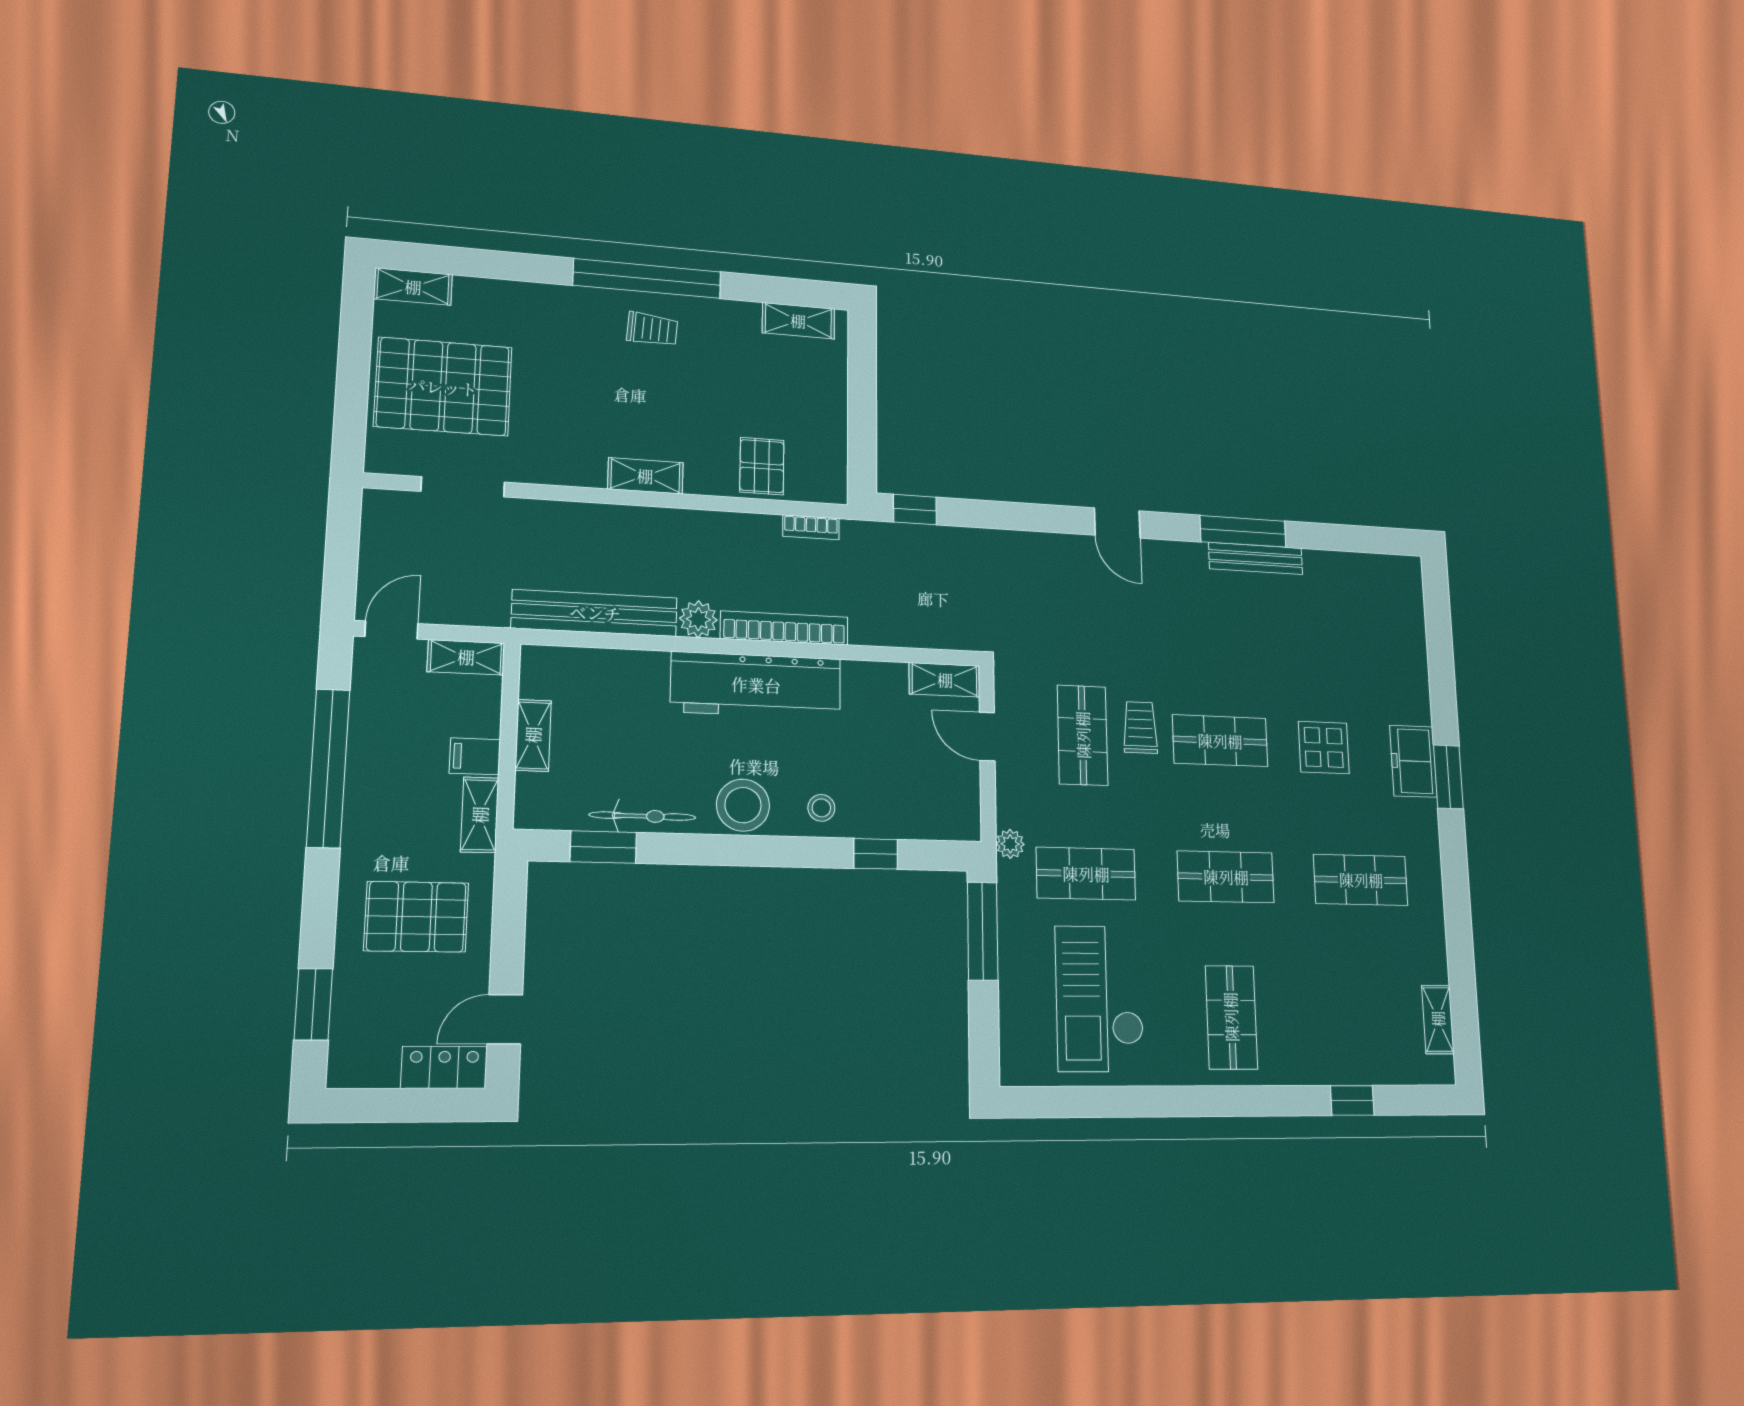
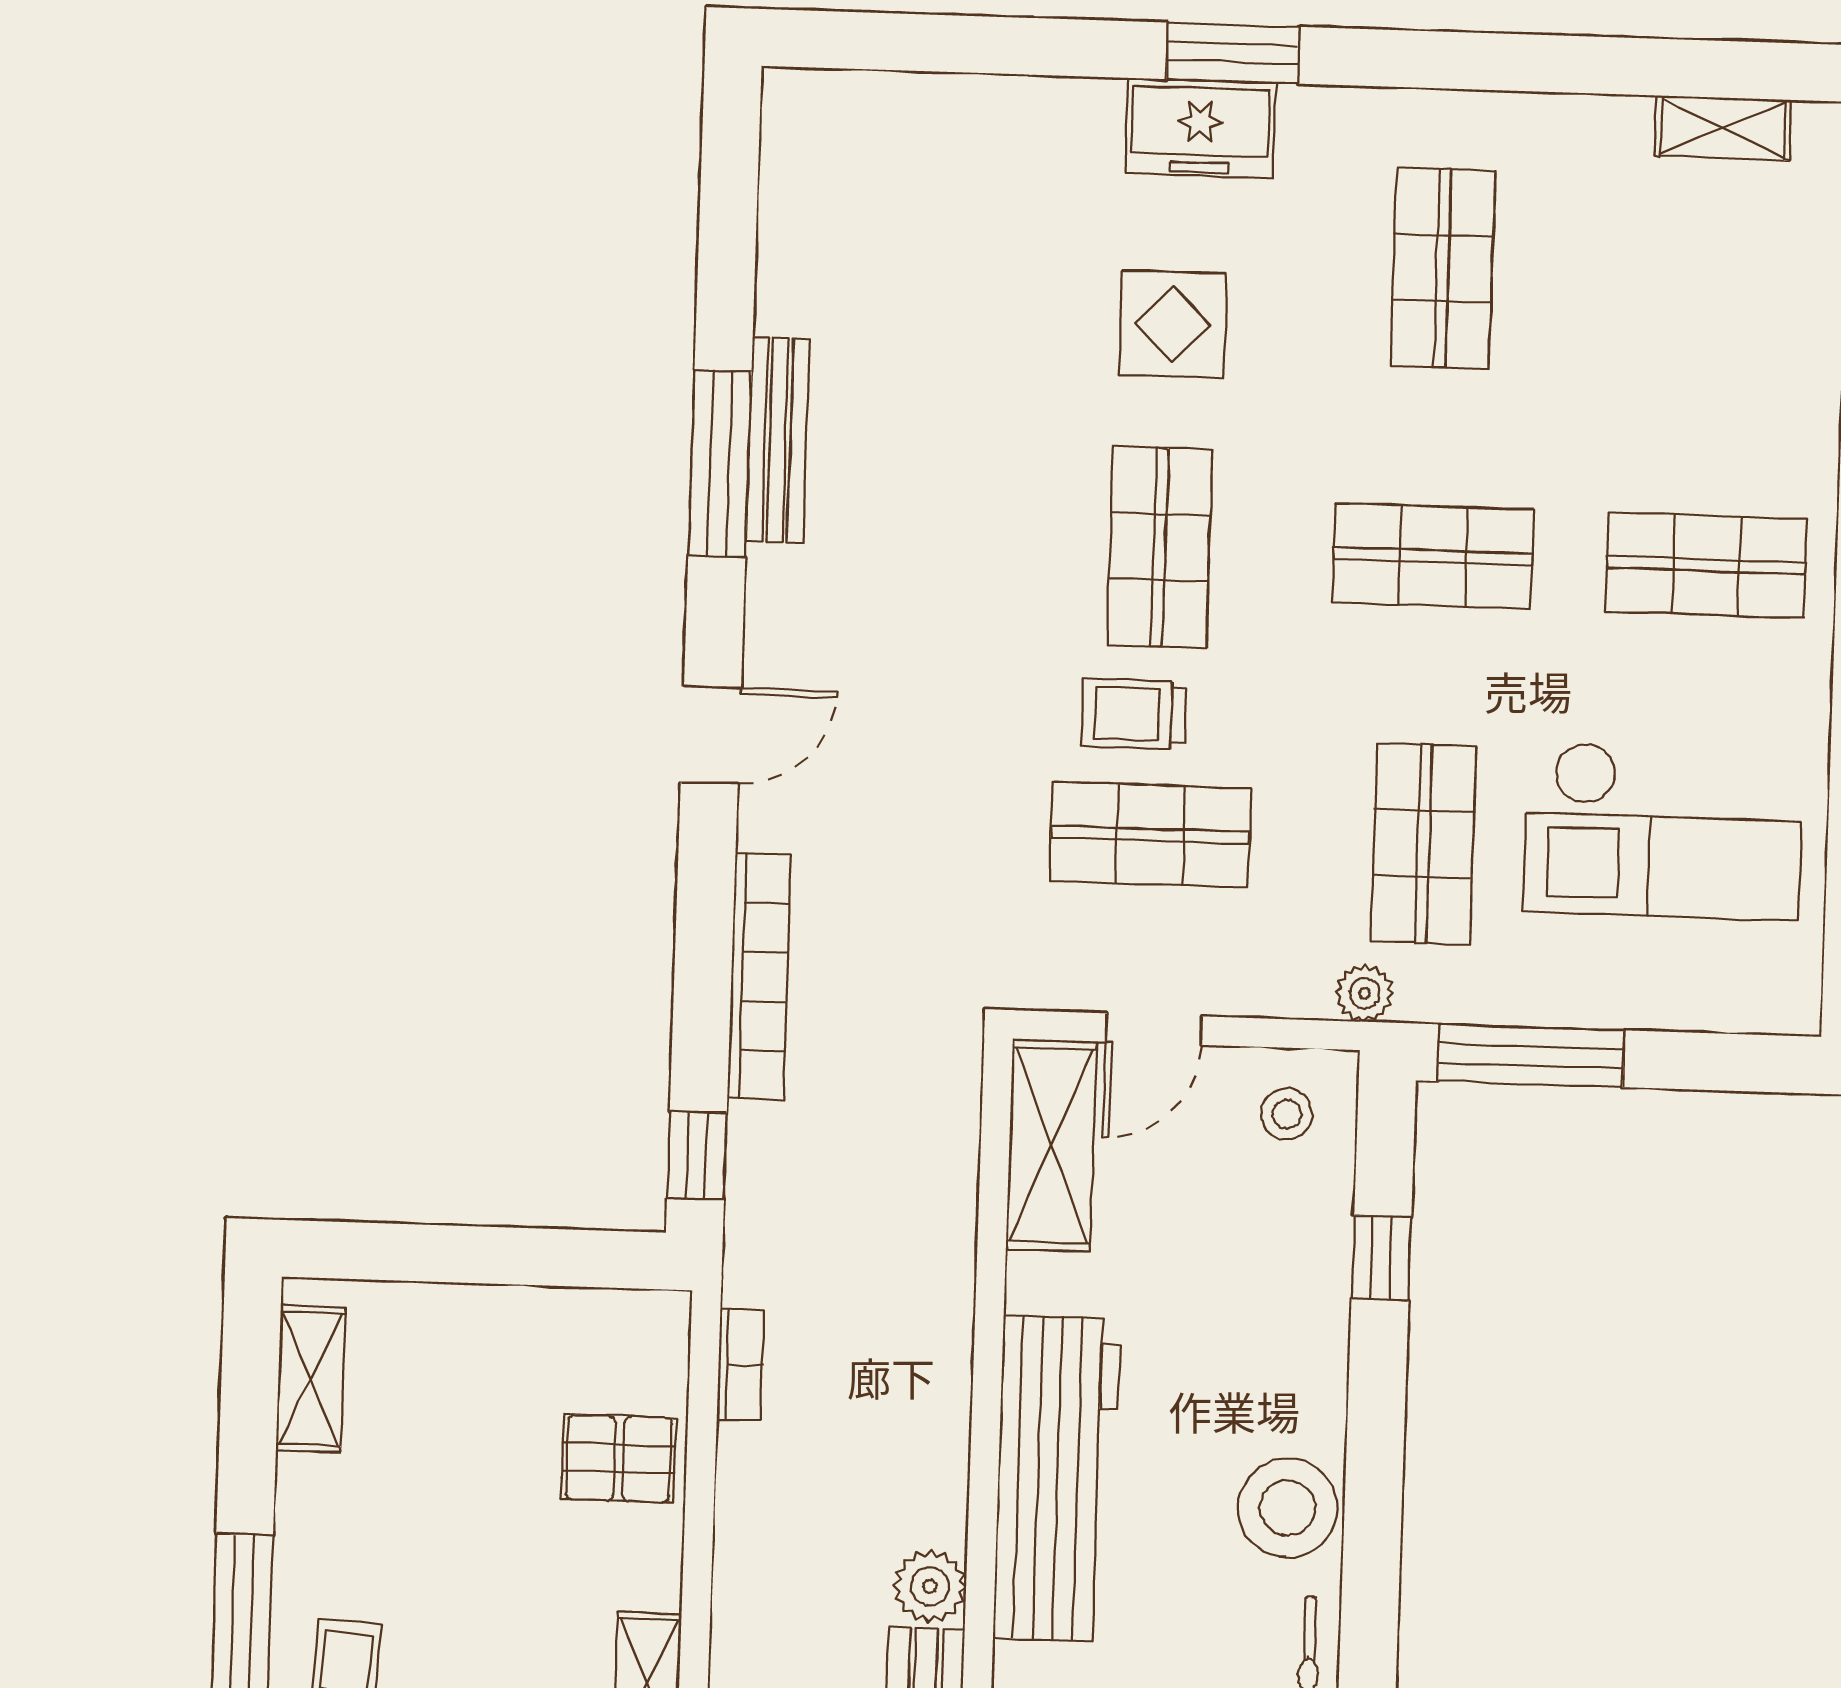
bookcase: (784, 628) -> (759, 977), moved, turned 180
shelving: (945, 680) -> (1051, 1145), width x1.50, depth x1.33
stool: (821, 808) -> (1287, 1114), moved
shop shelf: (1226, 877) -> (1433, 556), turned 90

